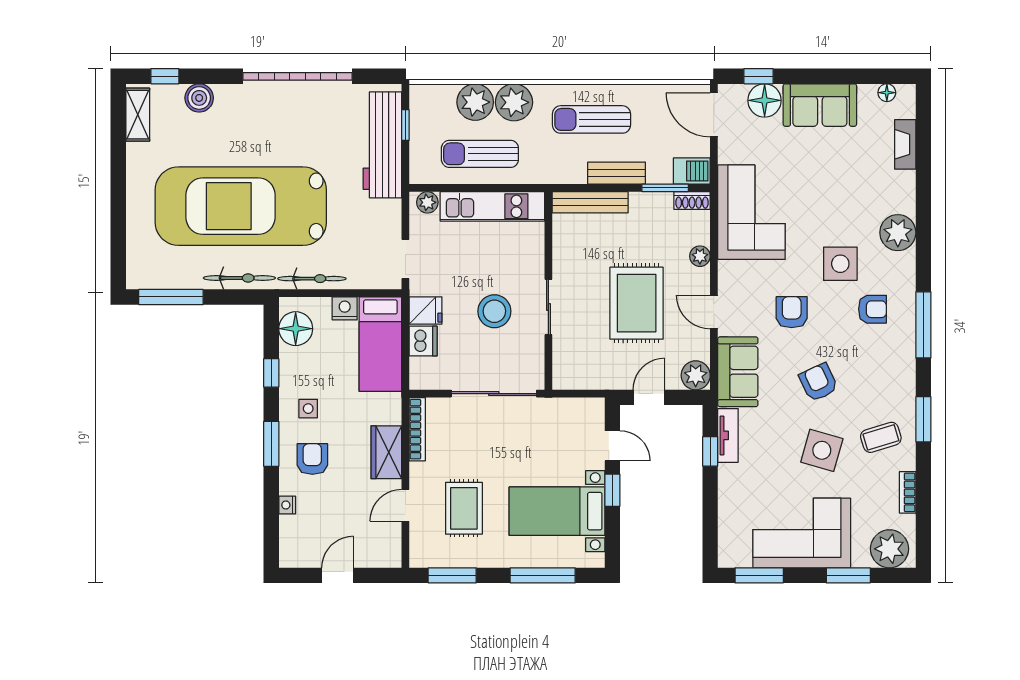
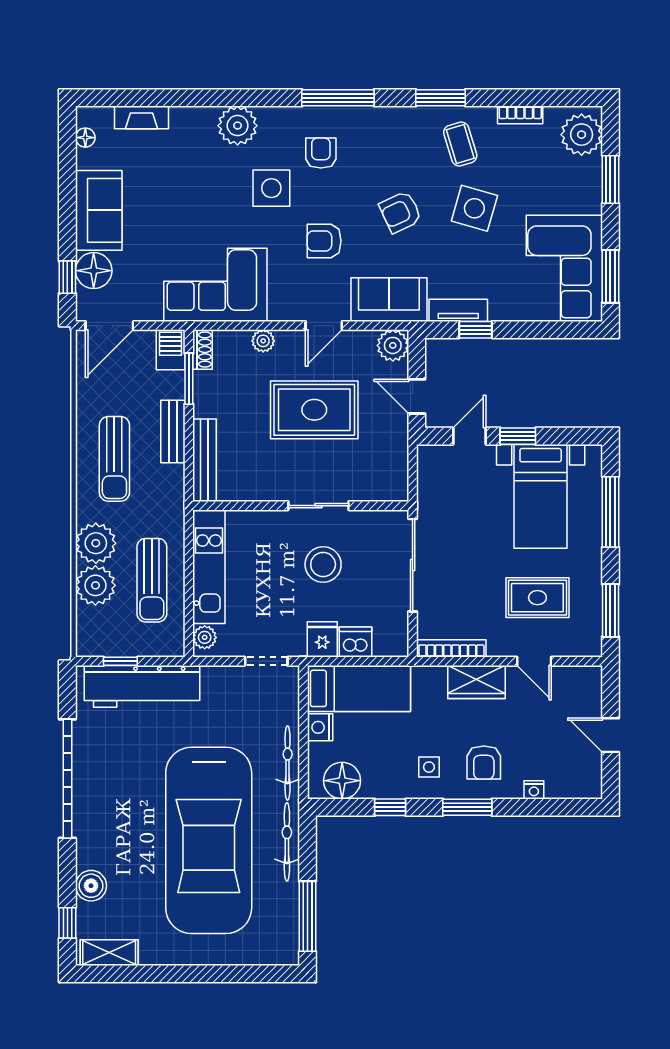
armchair: (312, 459) -> (484, 763), turned -90
corner sofa: (802, 533) -> (564, 268), moved

